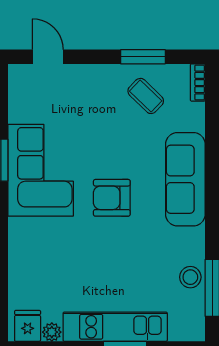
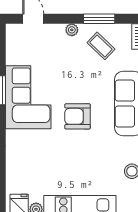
plant: (104, 73) -> (72, 30), added

